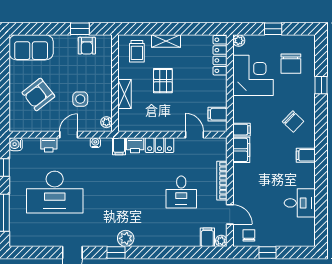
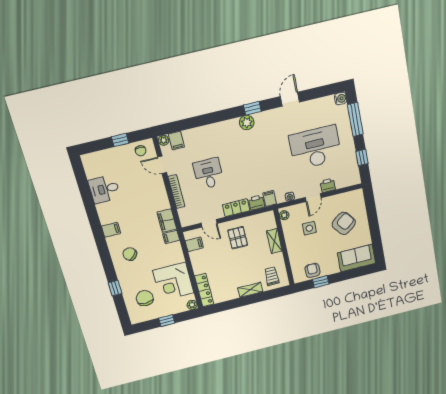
pallet: (163, 81) -> (238, 238), moved
water cooler: (16, 144) -> (341, 99), moved

